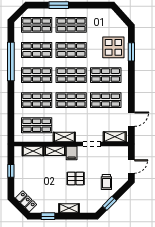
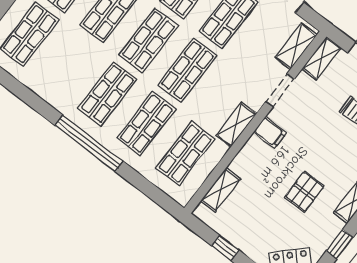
shop shelf: (37, 50) -> (68, 64), removed
window: (11, 61) -> (89, 143), moved
shelving: (55, 151) -> (321, 58), moved
pallet: (76, 178) -> (304, 192), moved

